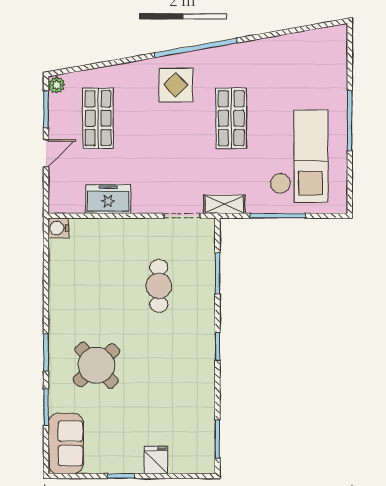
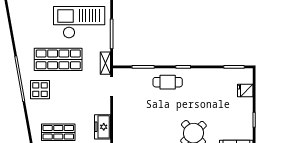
shop shelf: (231, 118) -> (58, 59), width x1.43, depth x1.36
cafe table: (159, 286) -> (168, 82), moved
fridge: (156, 460) -> (245, 90), moved

